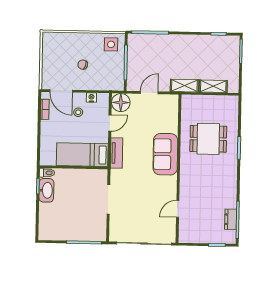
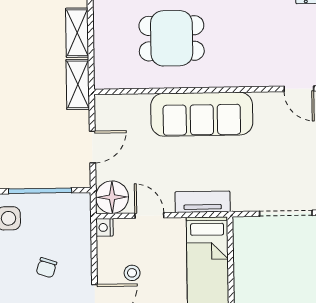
door: (149, 93) -> (92, 147), swing flipped
nightstand: (91, 98) -> (105, 227), moved
dining table: (208, 139) -> (172, 38), turned 90
sofa: (165, 154) -> (202, 114), width x1.36

